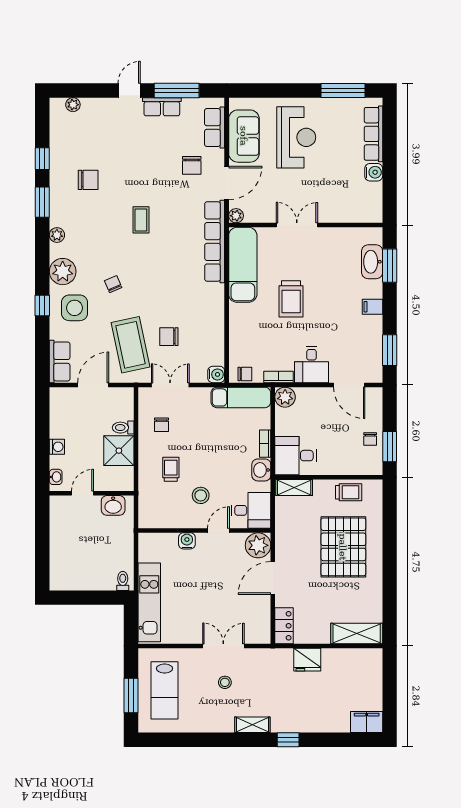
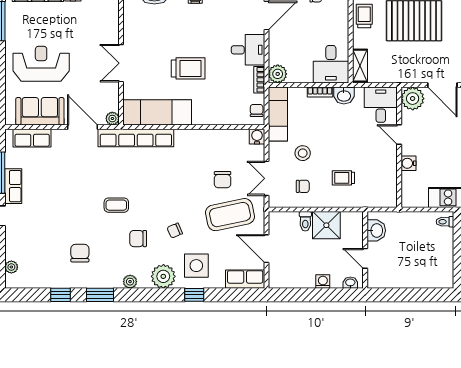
chair: (192, 165) -> (138, 239), moved, turned 180
stool: (201, 495) -> (303, 153), moved

